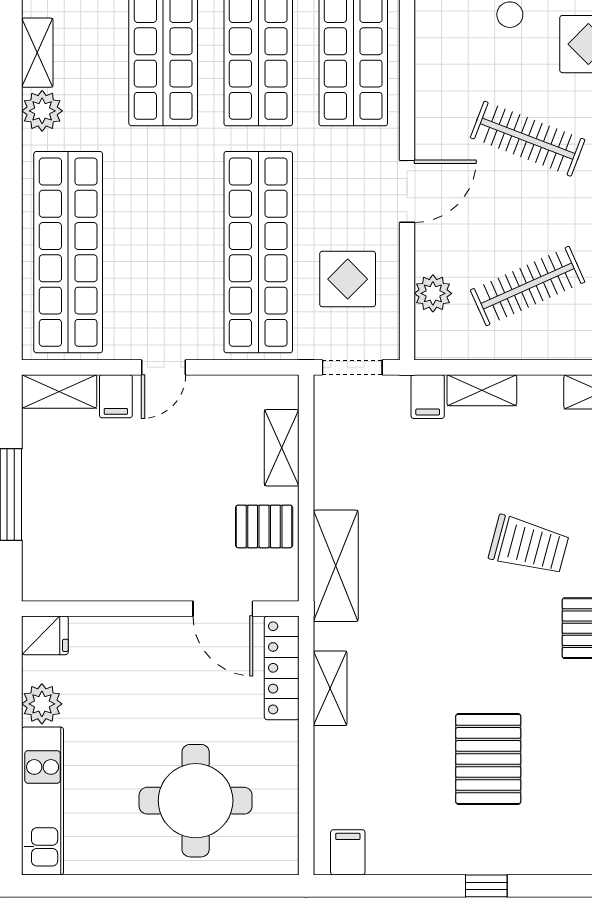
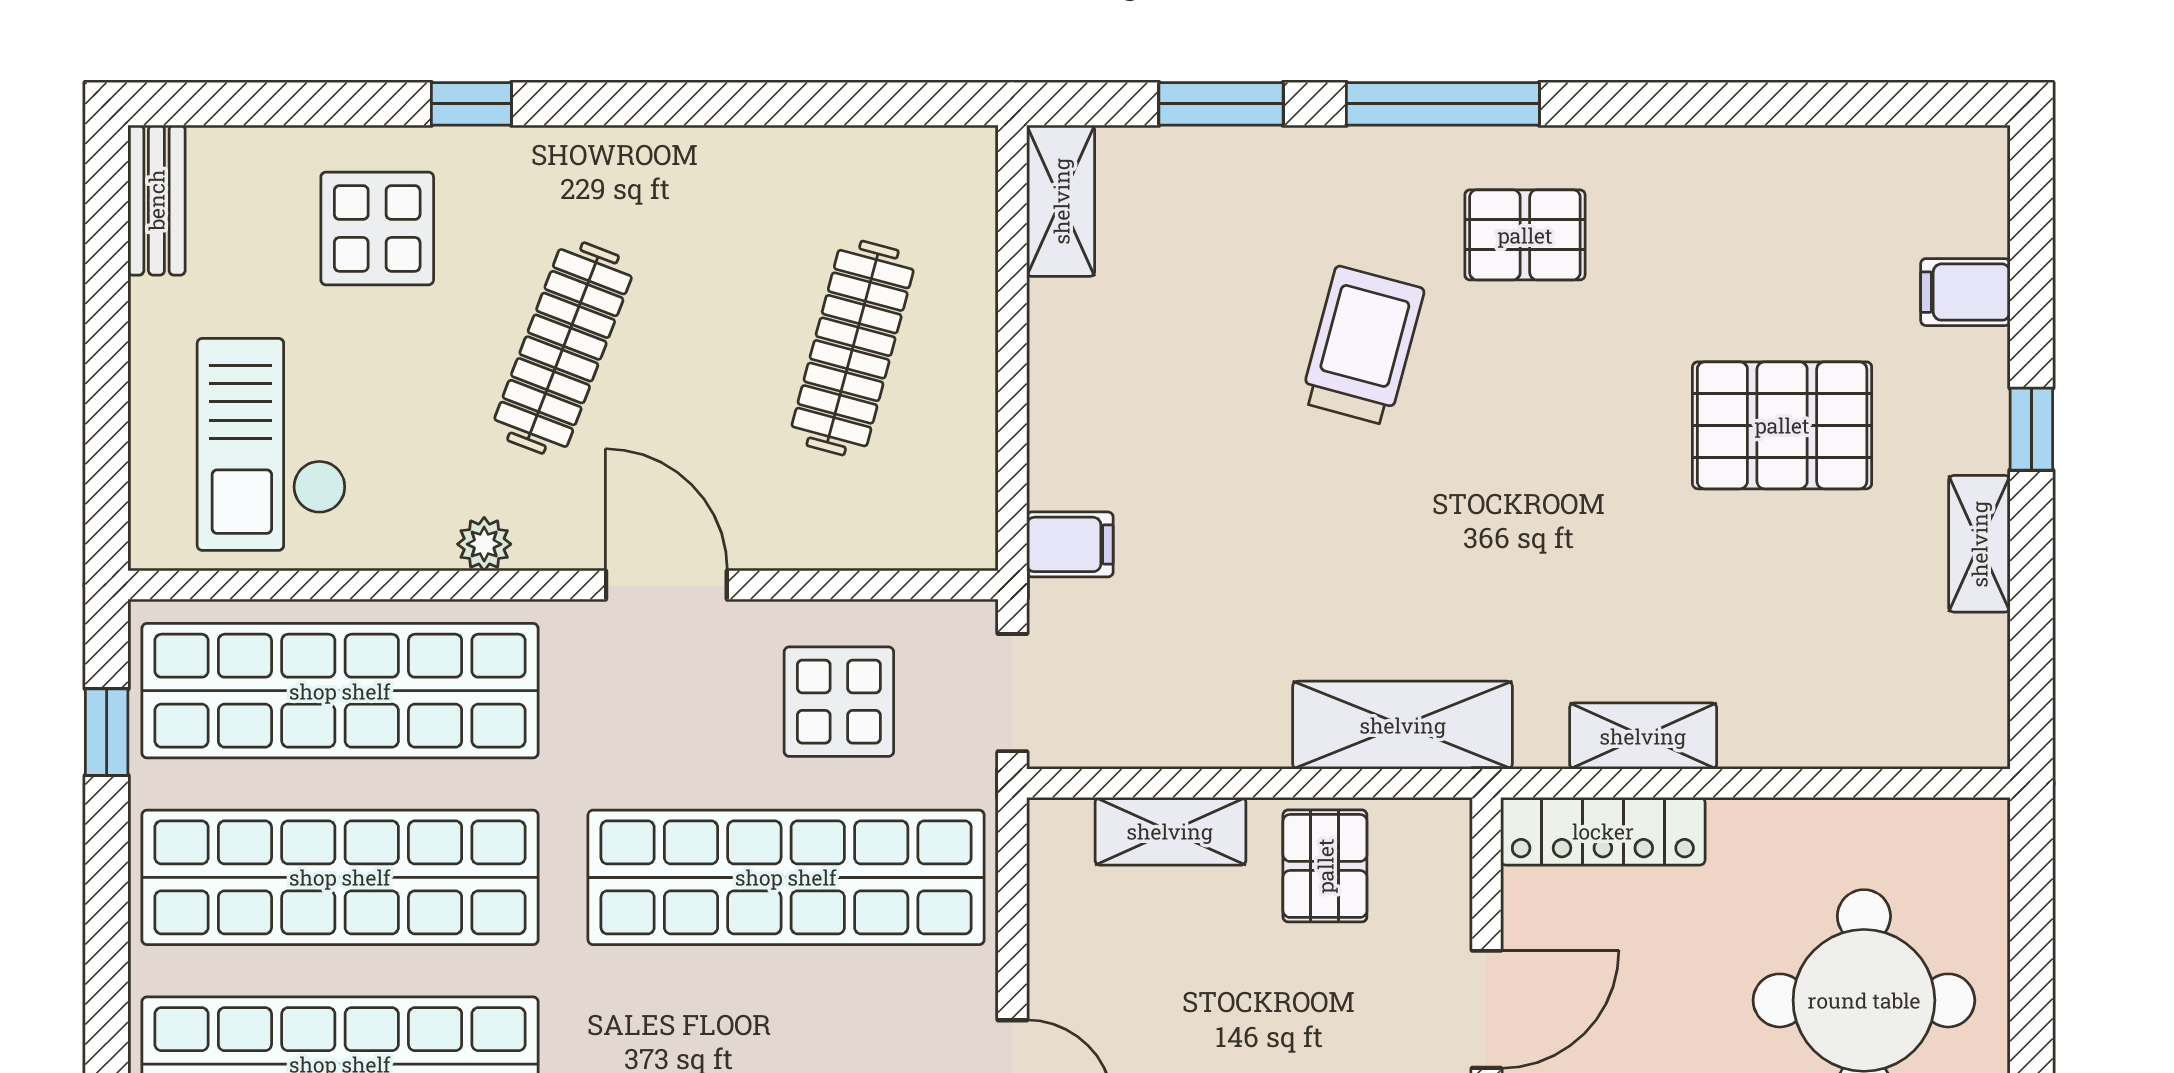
clothes rail: (528, 286) -> (853, 348), turned 39
plant: (433, 293) -> (484, 544), moved, width x0.73, depth x0.73
shelving: (482, 390) -> (1979, 544), moved
door: (223, 609) -> (1486, 1009), moved
filing cabinet: (348, 852) -> (1965, 292), moved

